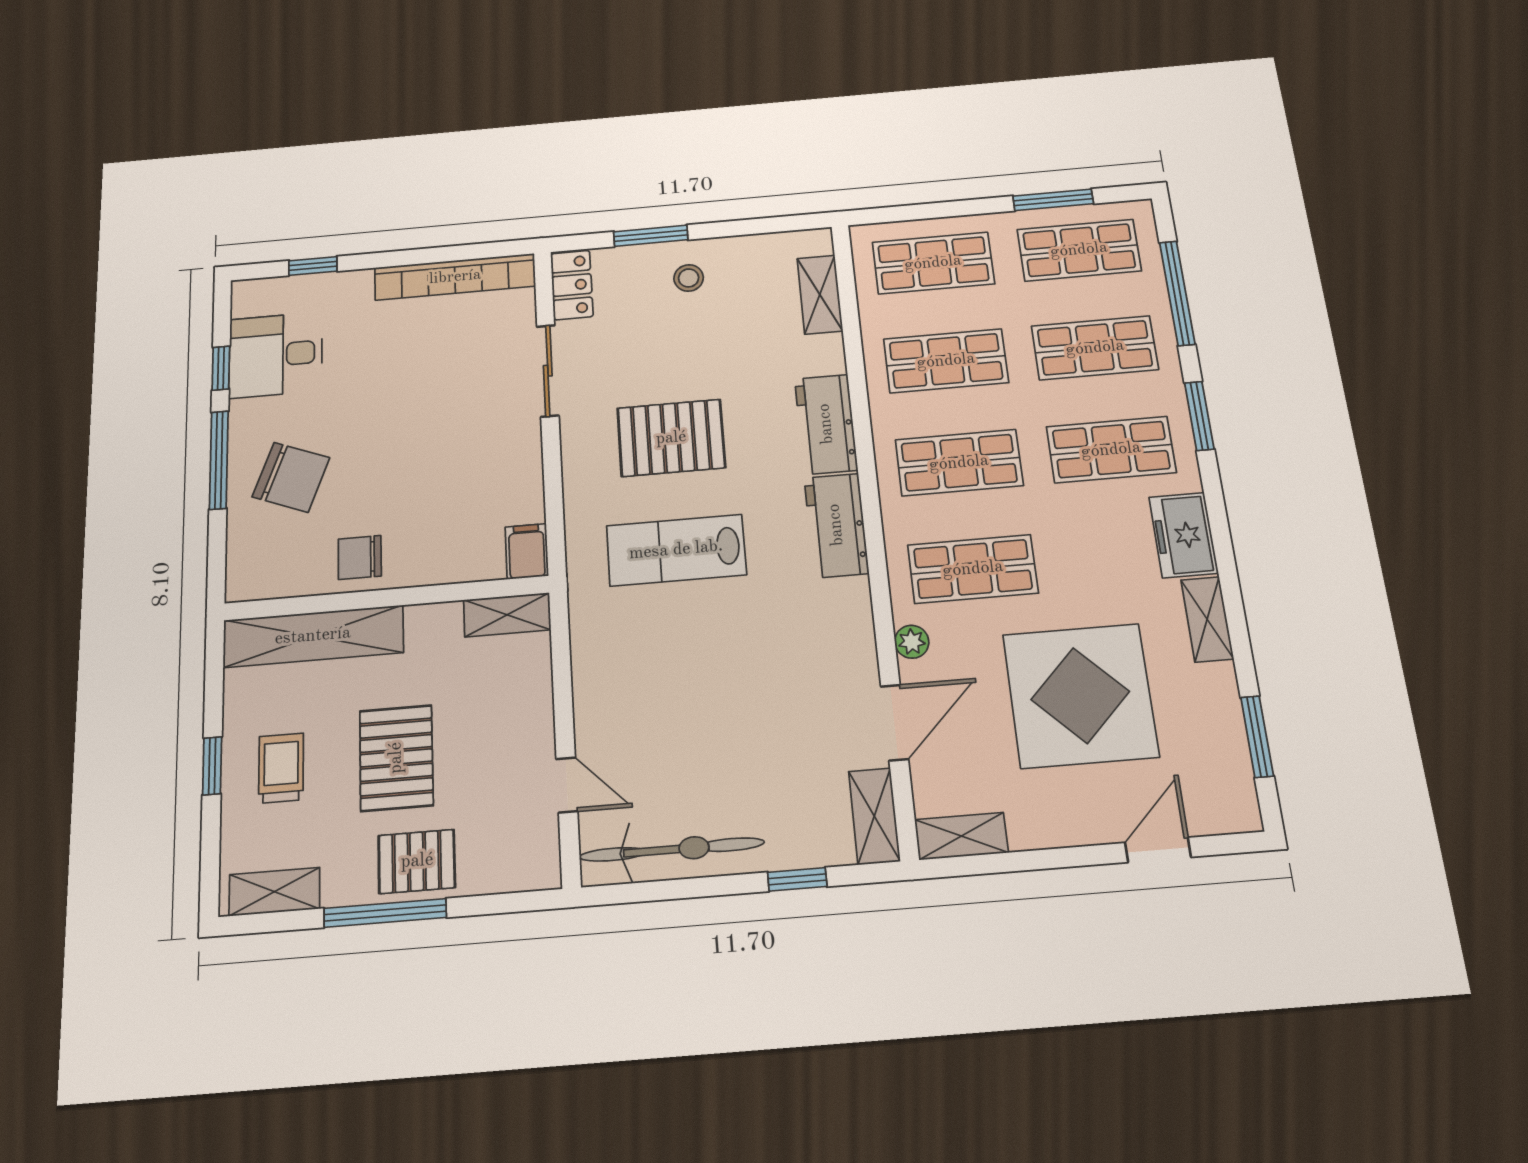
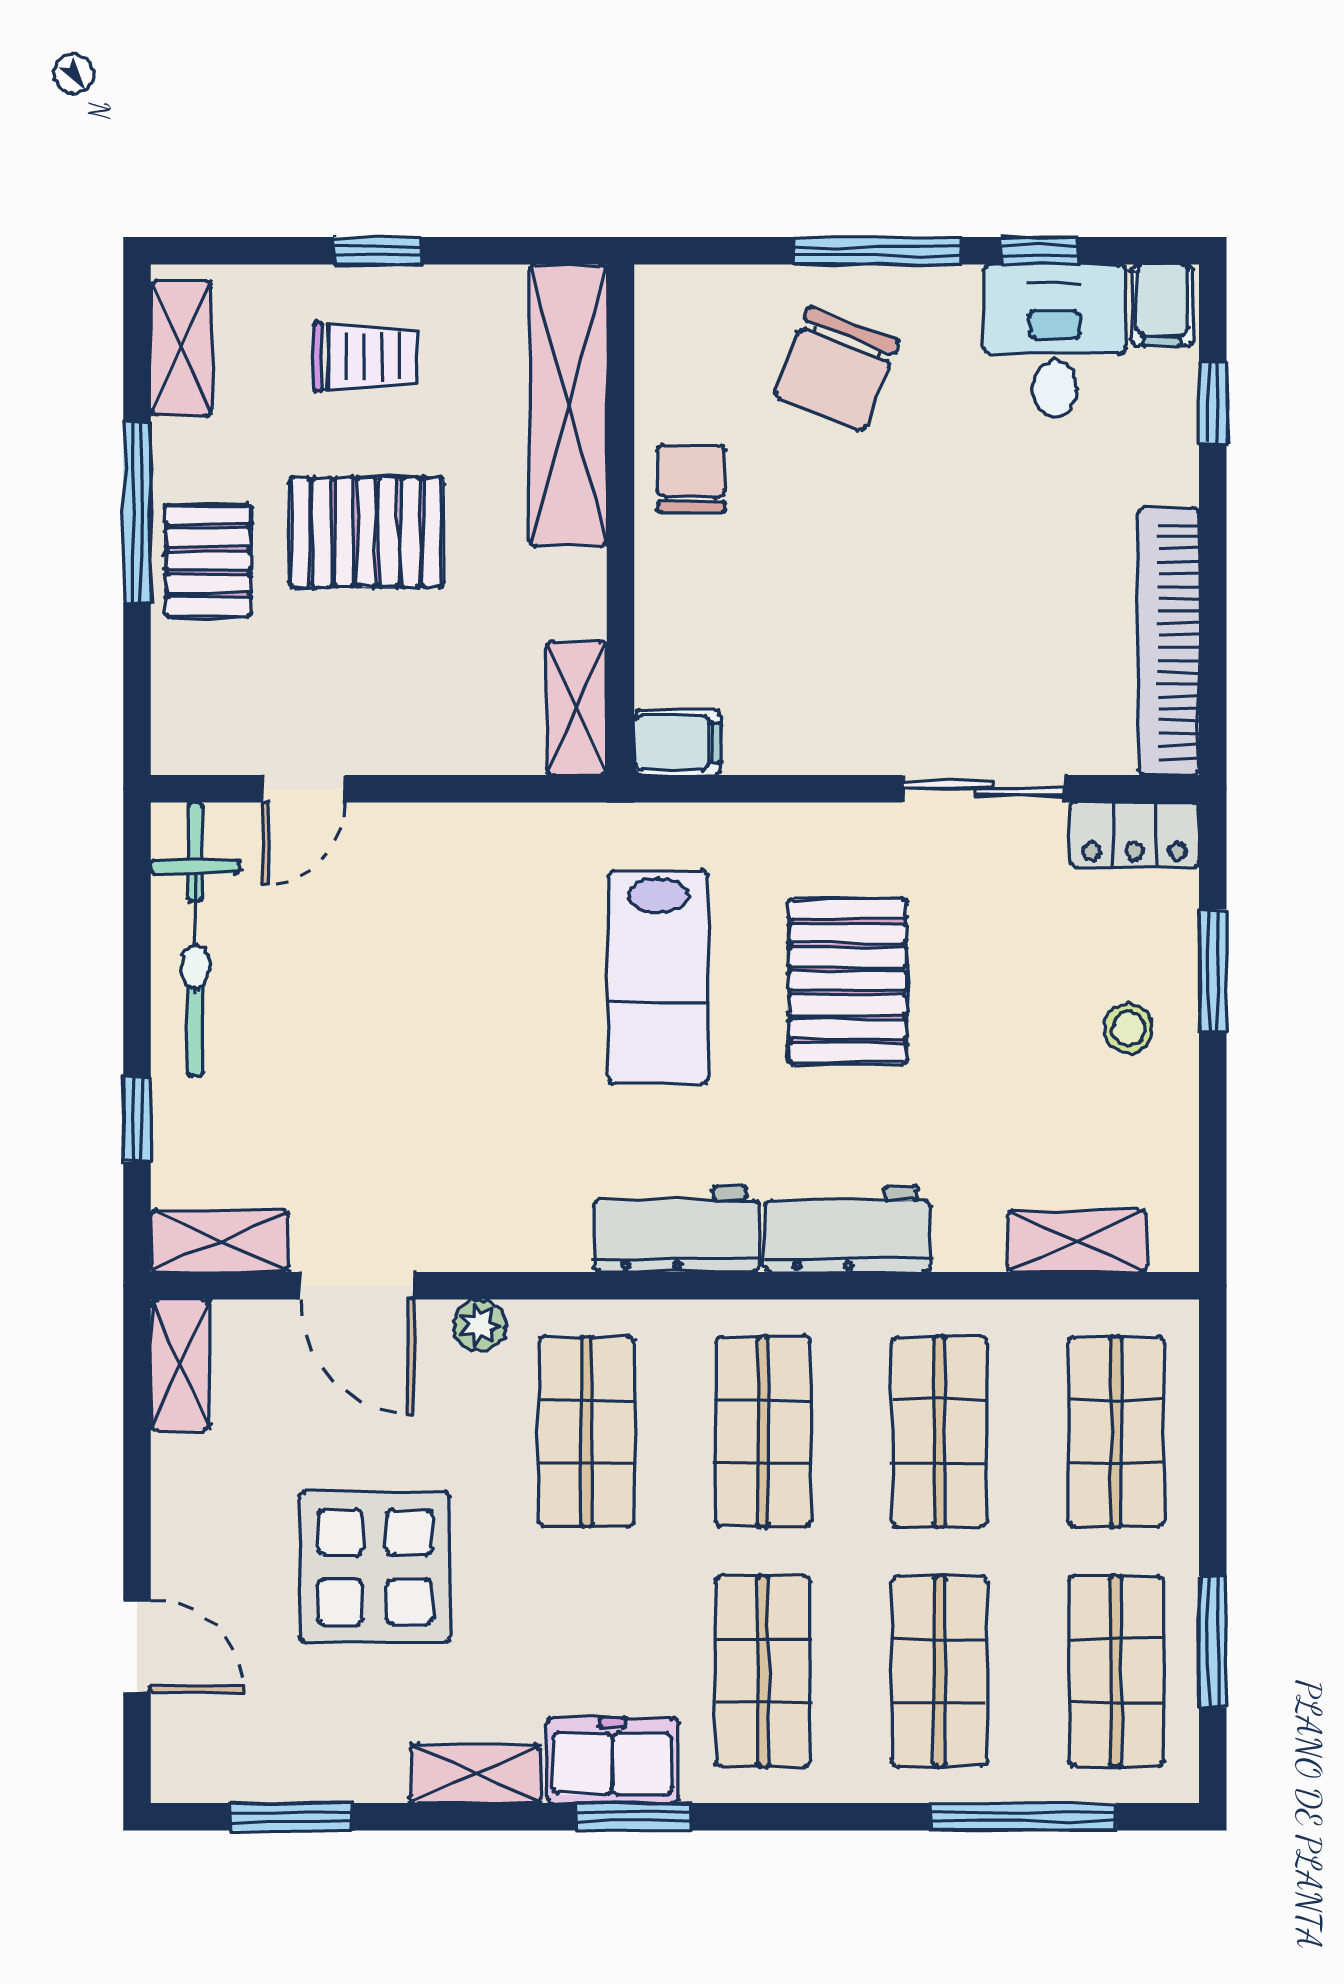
filing cabinet: (255, 298) -> (1162, 305), added
window: (1199, 416) -> (633, 1817), moved
lab bench: (676, 550) -> (658, 977), turned 180
display table: (1080, 695) -> (375, 1567), width x0.73, depth x0.73

